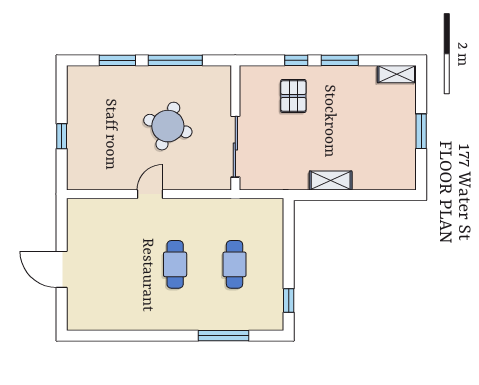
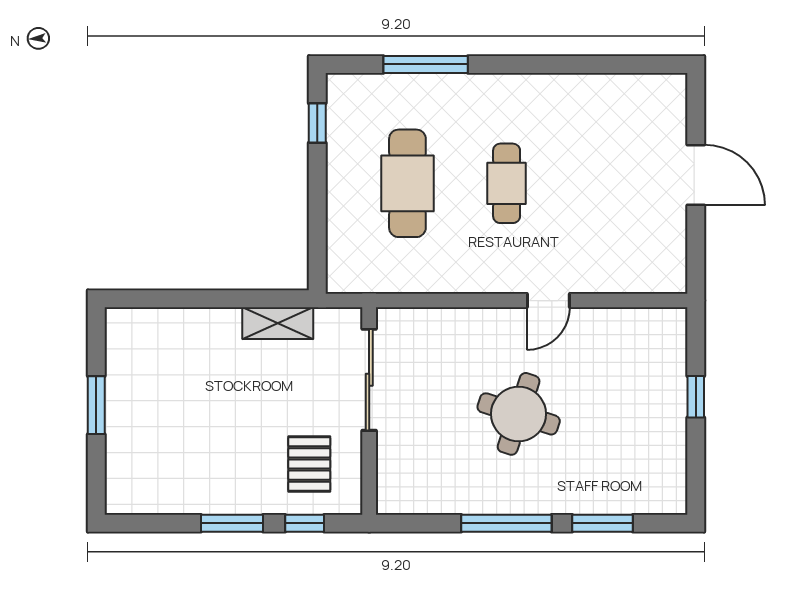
shelving: (397, 74) -> (137, 500), removed
wall: (235, 128) -> (369, 411), moved
sliding door: (235, 147) -> (369, 380), moved
shelving: (331, 180) -> (278, 323), moved
cafe table: (234, 264) -> (407, 183), width x1.37, depth x1.35

